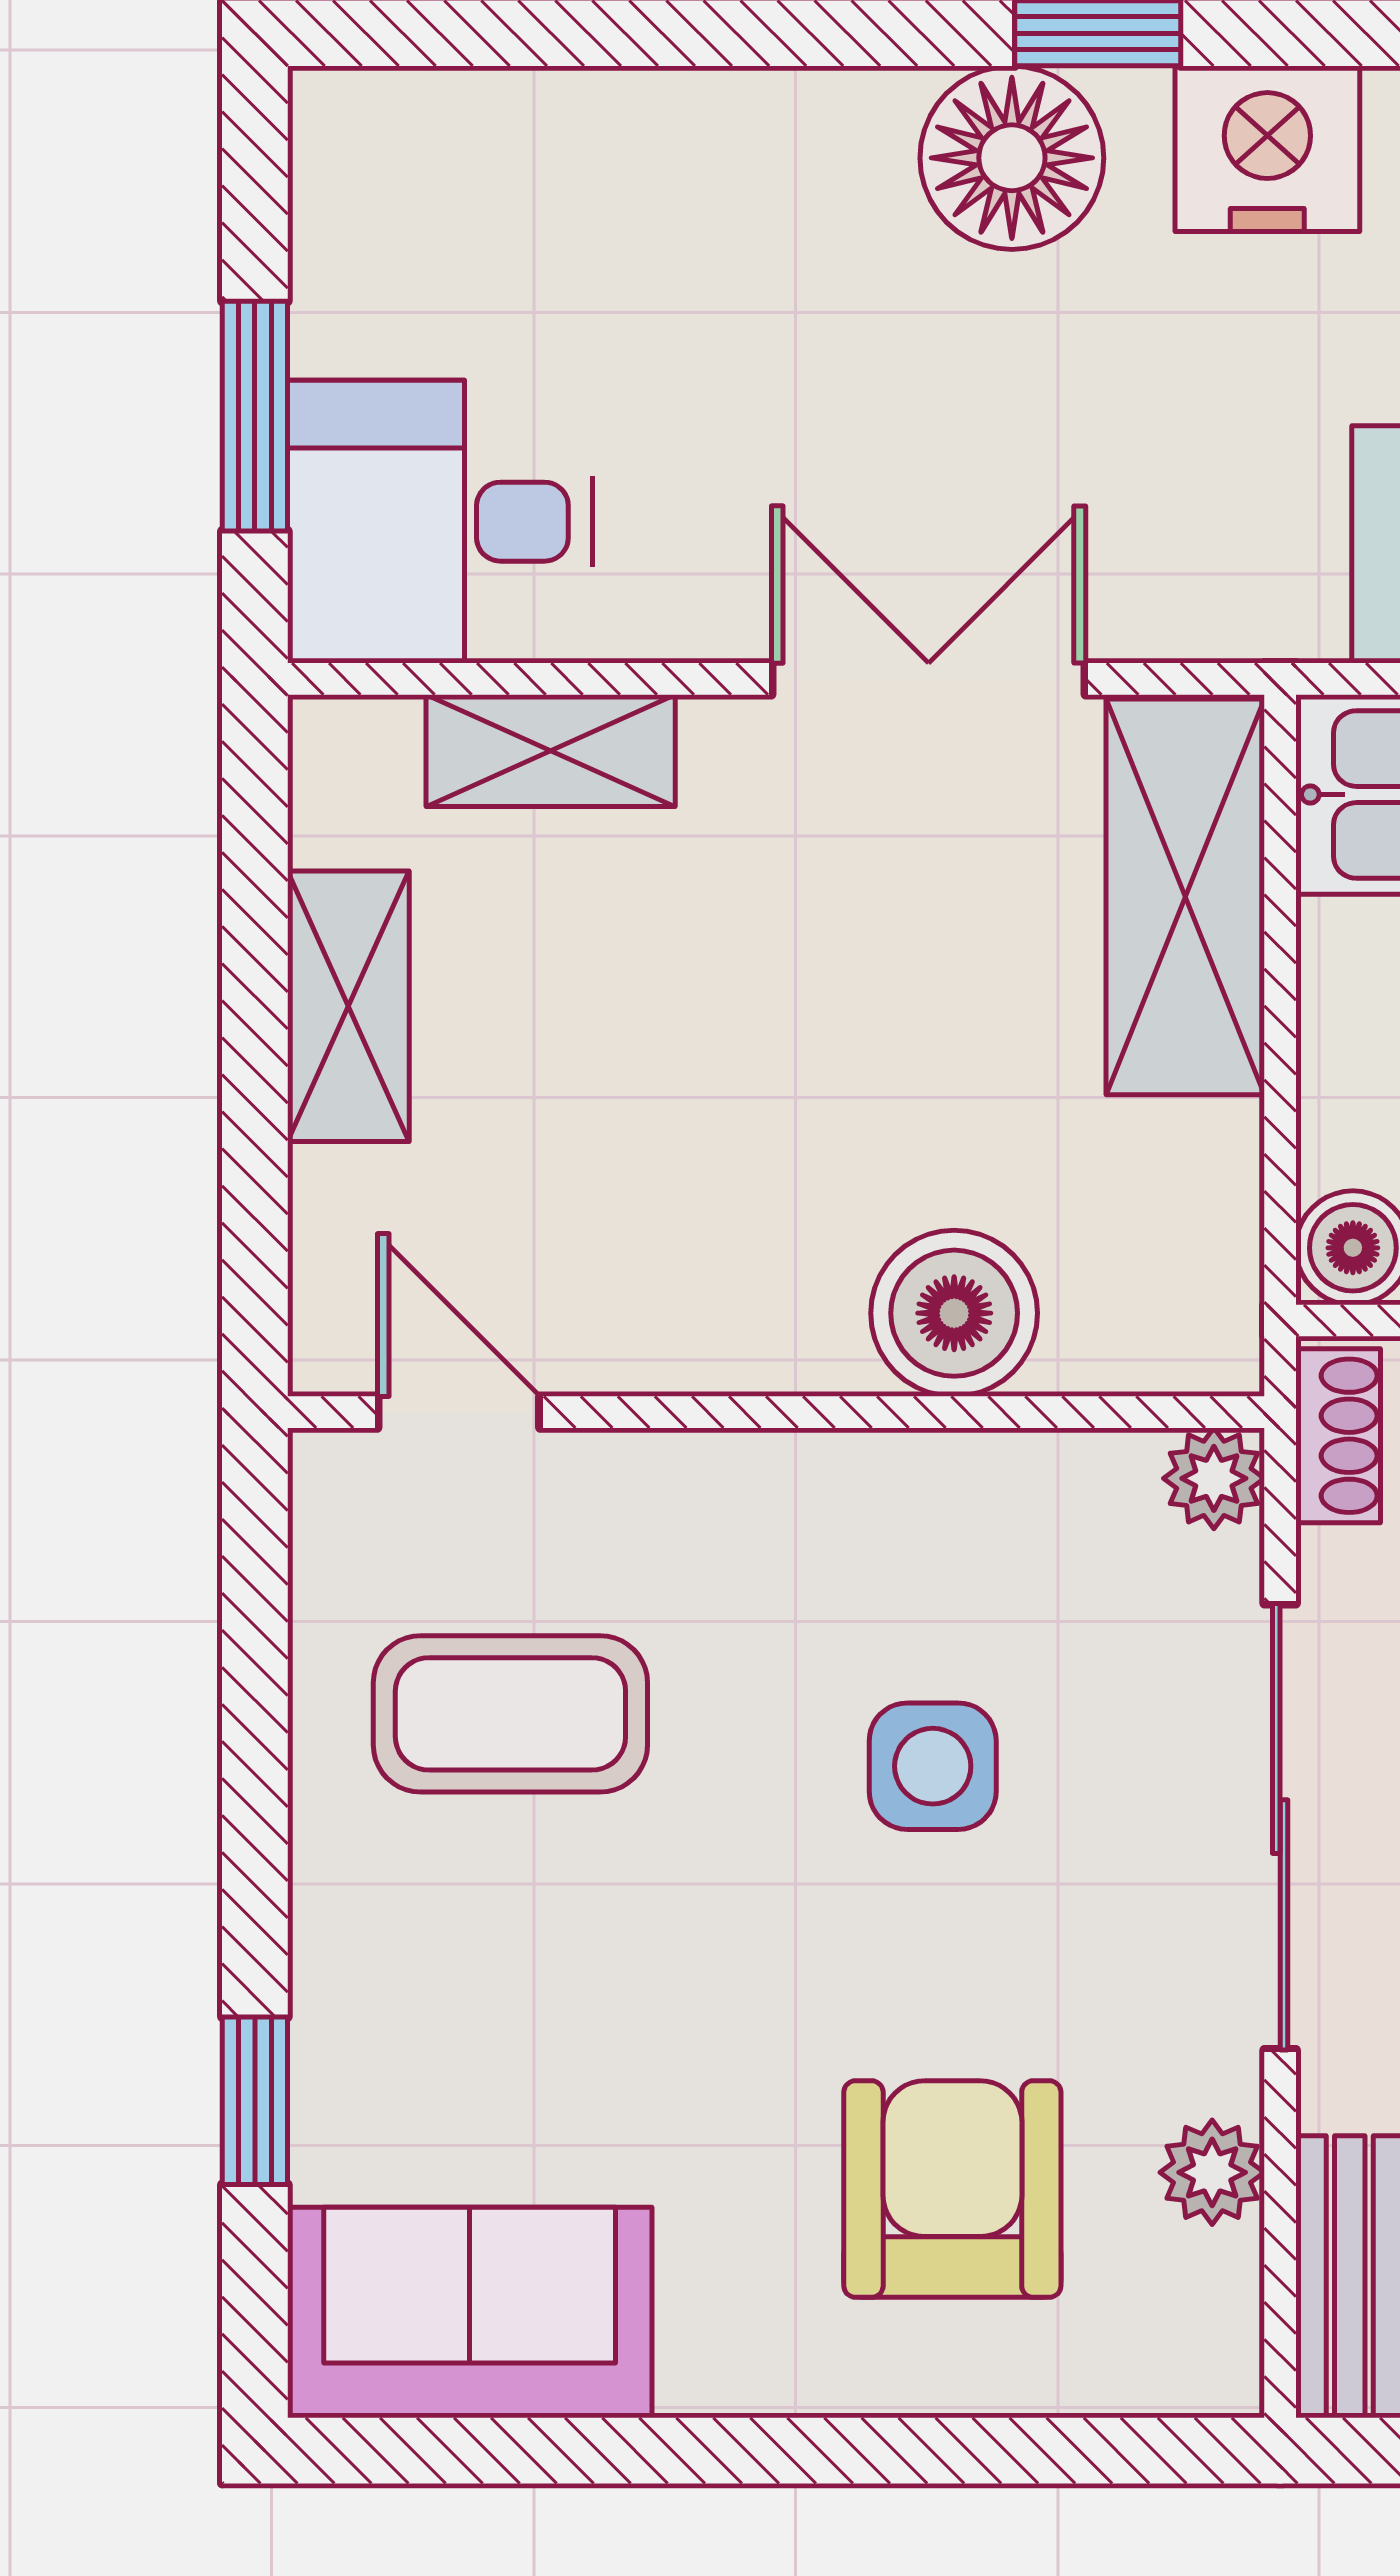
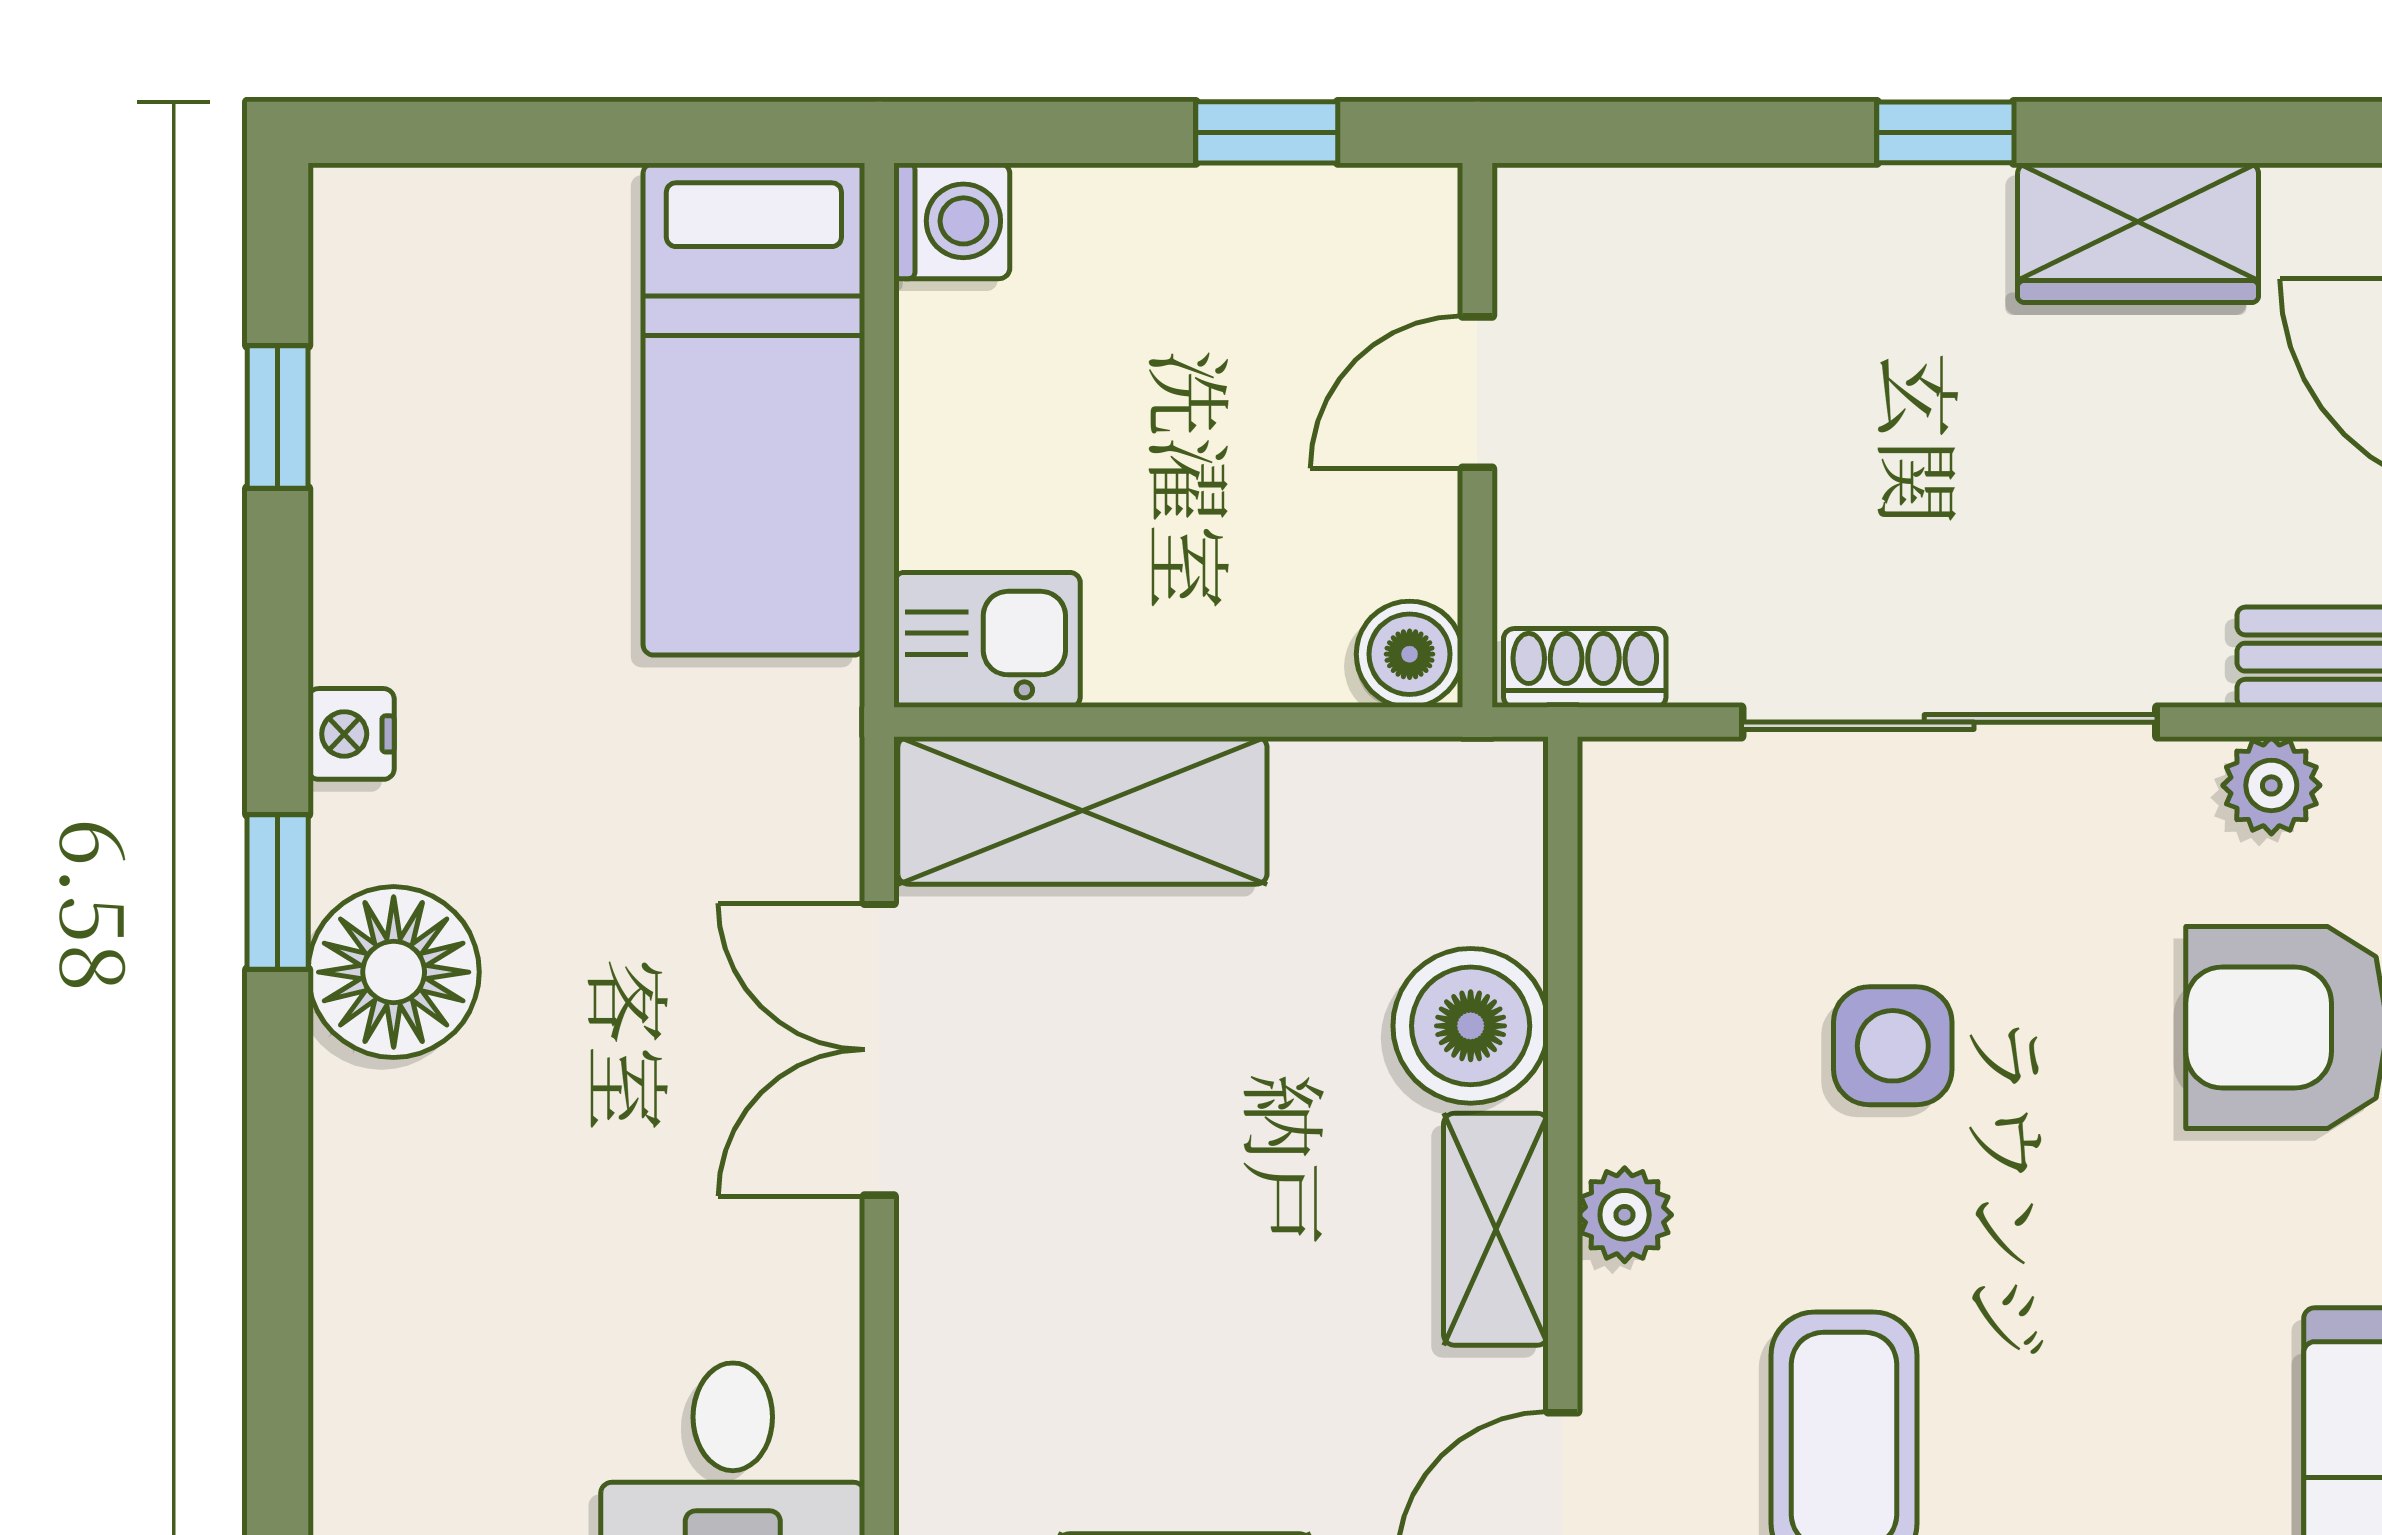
nightstand: (1267, 149) -> (351, 734), width x0.53, depth x0.56
shelving: (551, 751) -> (1496, 1229), moved
plant: (1214, 1478) -> (1625, 1215), moved

